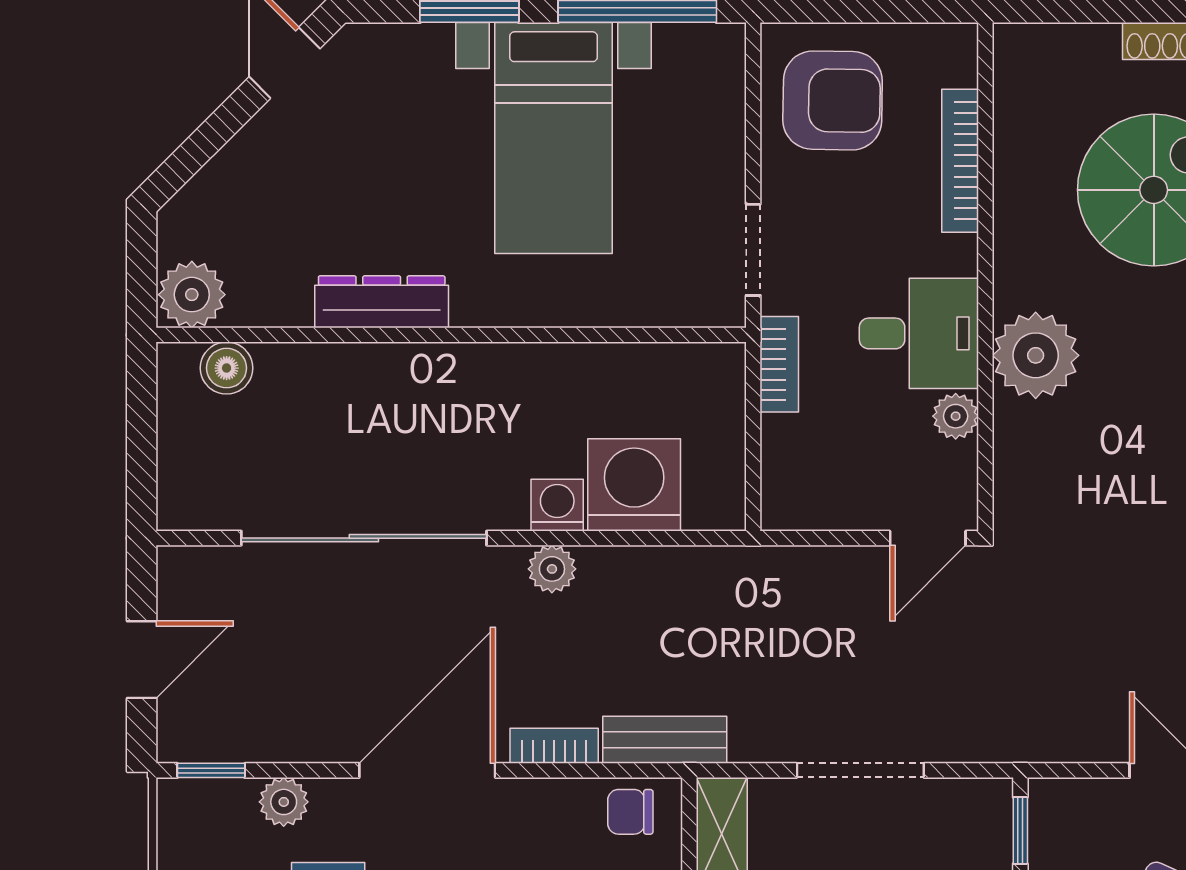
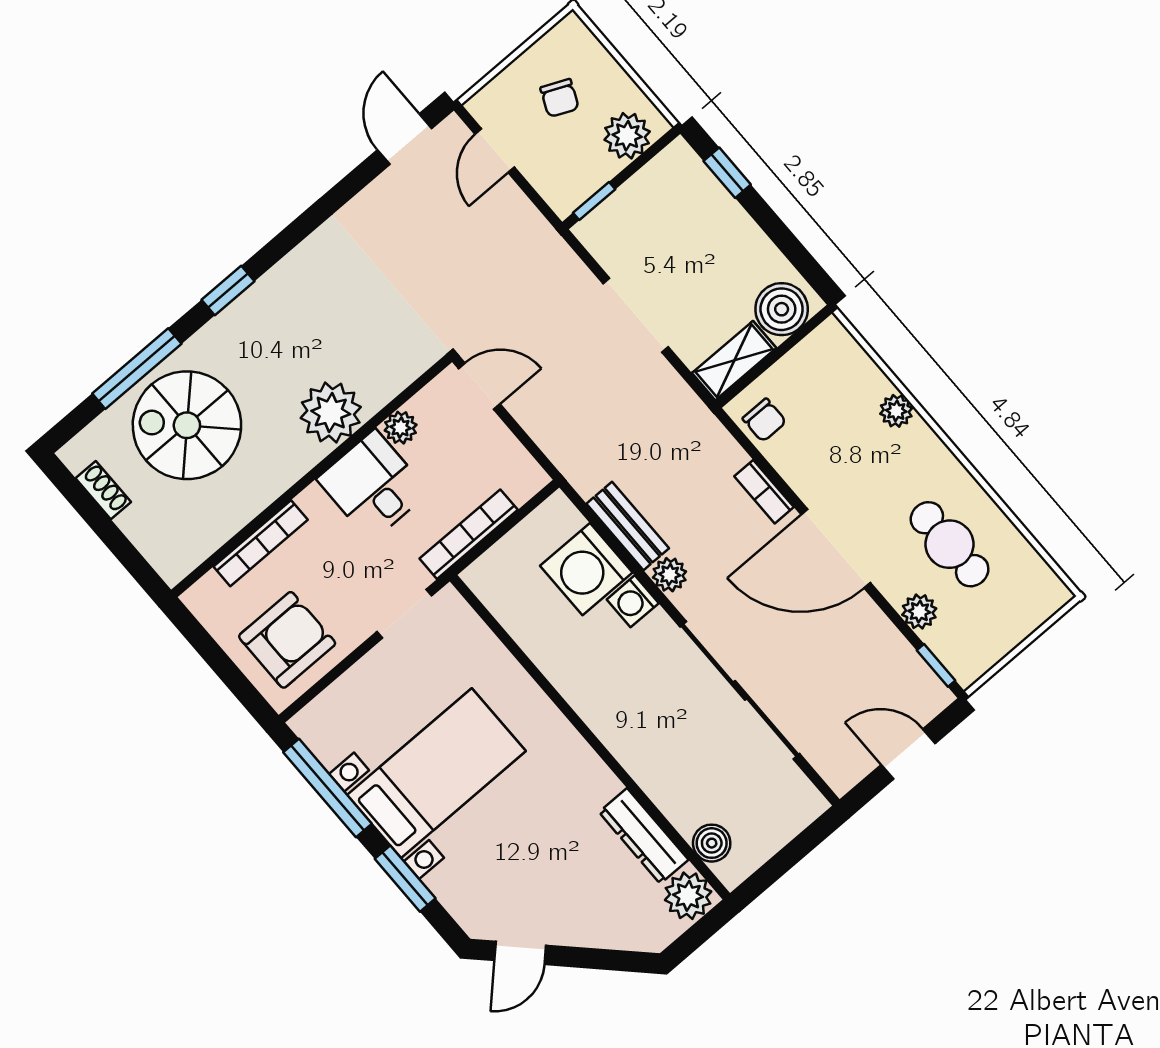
armchair: (833, 100) -> (287, 640), turned 89
dresser: (382, 302) -> (644, 836), moved
bookcase: (779, 364) -> (469, 534), width x1.56
bench: (665, 740) -> (628, 526), moved

